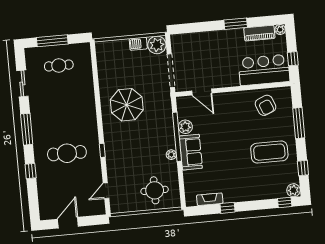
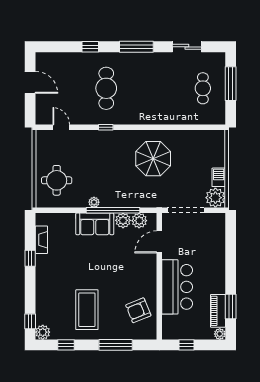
window: (236, 24) -> (231, 306), moved
bar counter: (264, 70) -> (177, 287), moved
plant: (184, 112) -> (139, 221), added

